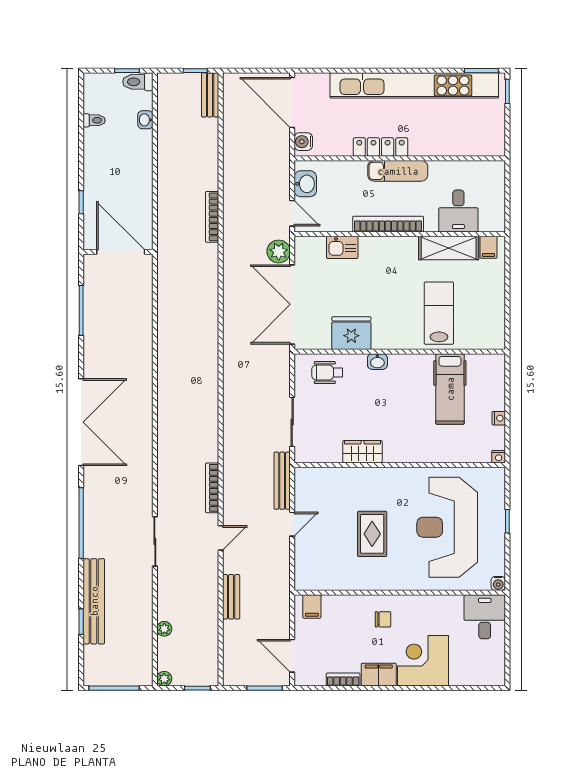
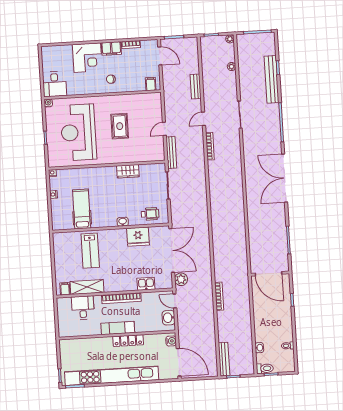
bench: (210, 95) -> (224, 359), width x1.36
reception desk: (447, 527) -> (78, 132), turned 180

